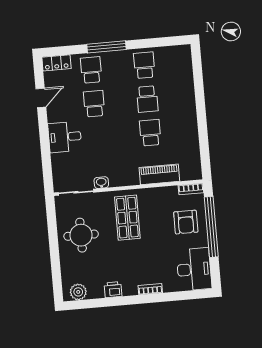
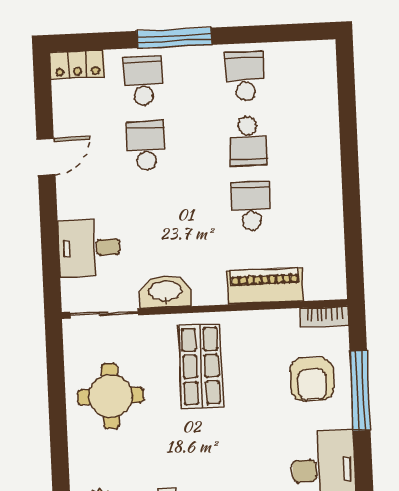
door: (41, 98) -> (46, 157), moved
desk: (65, 137) -> (89, 248), moved
washbasin: (101, 183) -> (165, 292), width x1.91, depth x1.45
window: (211, 227) -> (360, 391), width x0.68

